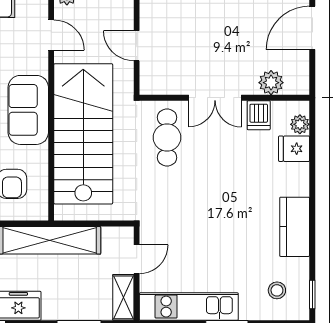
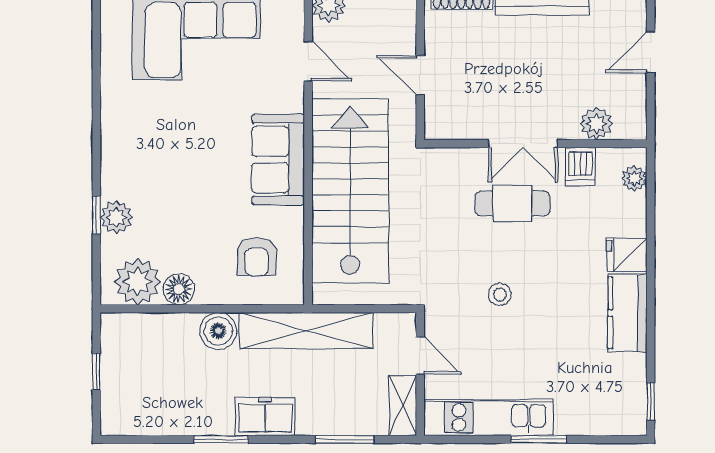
door: (312, 28) -> (651, 52), width x0.73
cafe table: (167, 138) -> (513, 203), moved, turned 90
fridge: (294, 149) -> (627, 255), moved
door: (137, 259) -> (420, 355), hinge flipped
stool: (277, 290) -> (500, 295), moved

